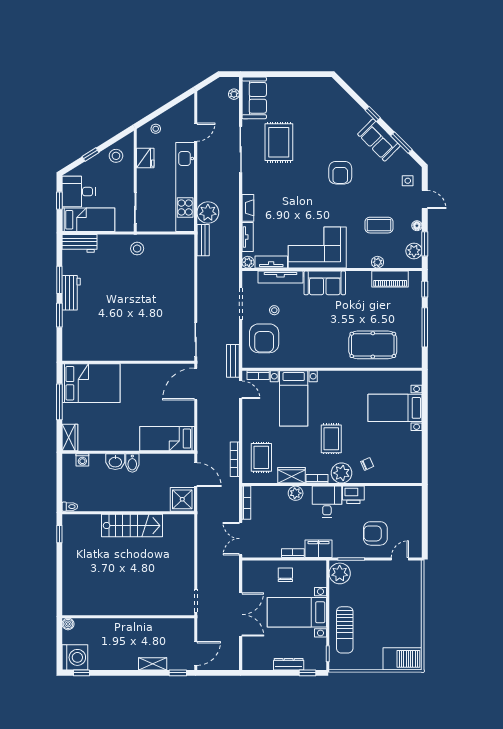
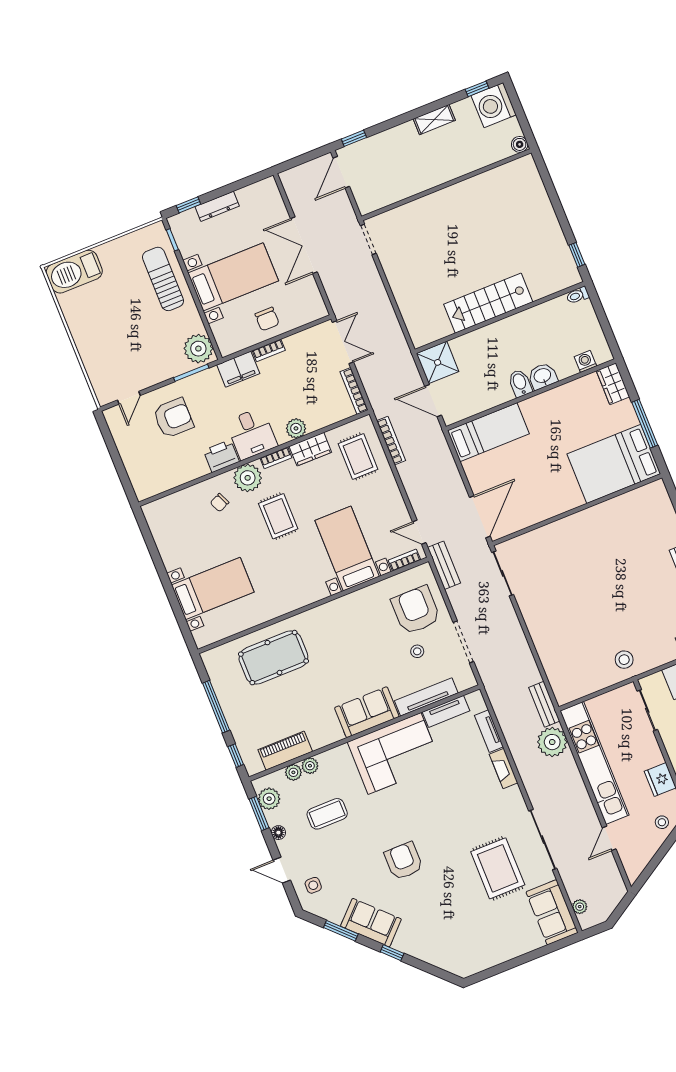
plant: (248, 262) -> (293, 772), moved
shelving: (153, 664) -> (434, 120), moved

